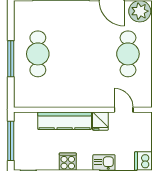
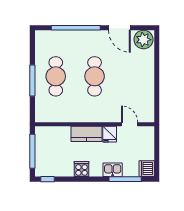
cafe table: (128, 54) -> (95, 76), moved
kitchen counter: (65, 121) -> (86, 134), width x0.67

